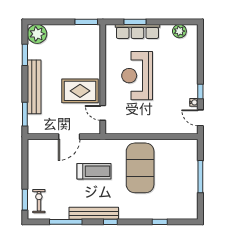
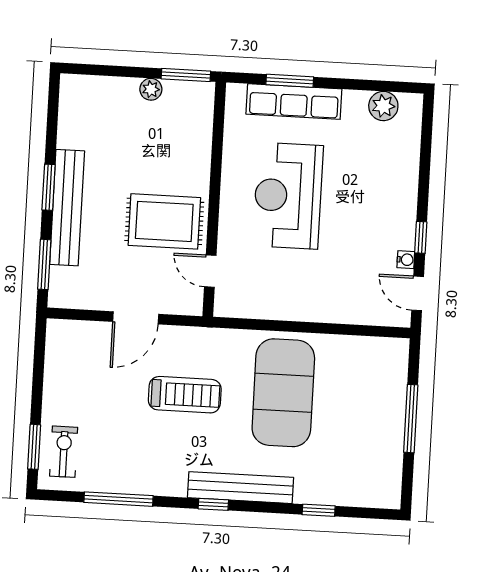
plant: (37, 34) -> (151, 89), moved, width x0.53, depth x0.53
window: (25, 55) -> (49, 187), moved
bench: (94, 213) -> (241, 488), moved

